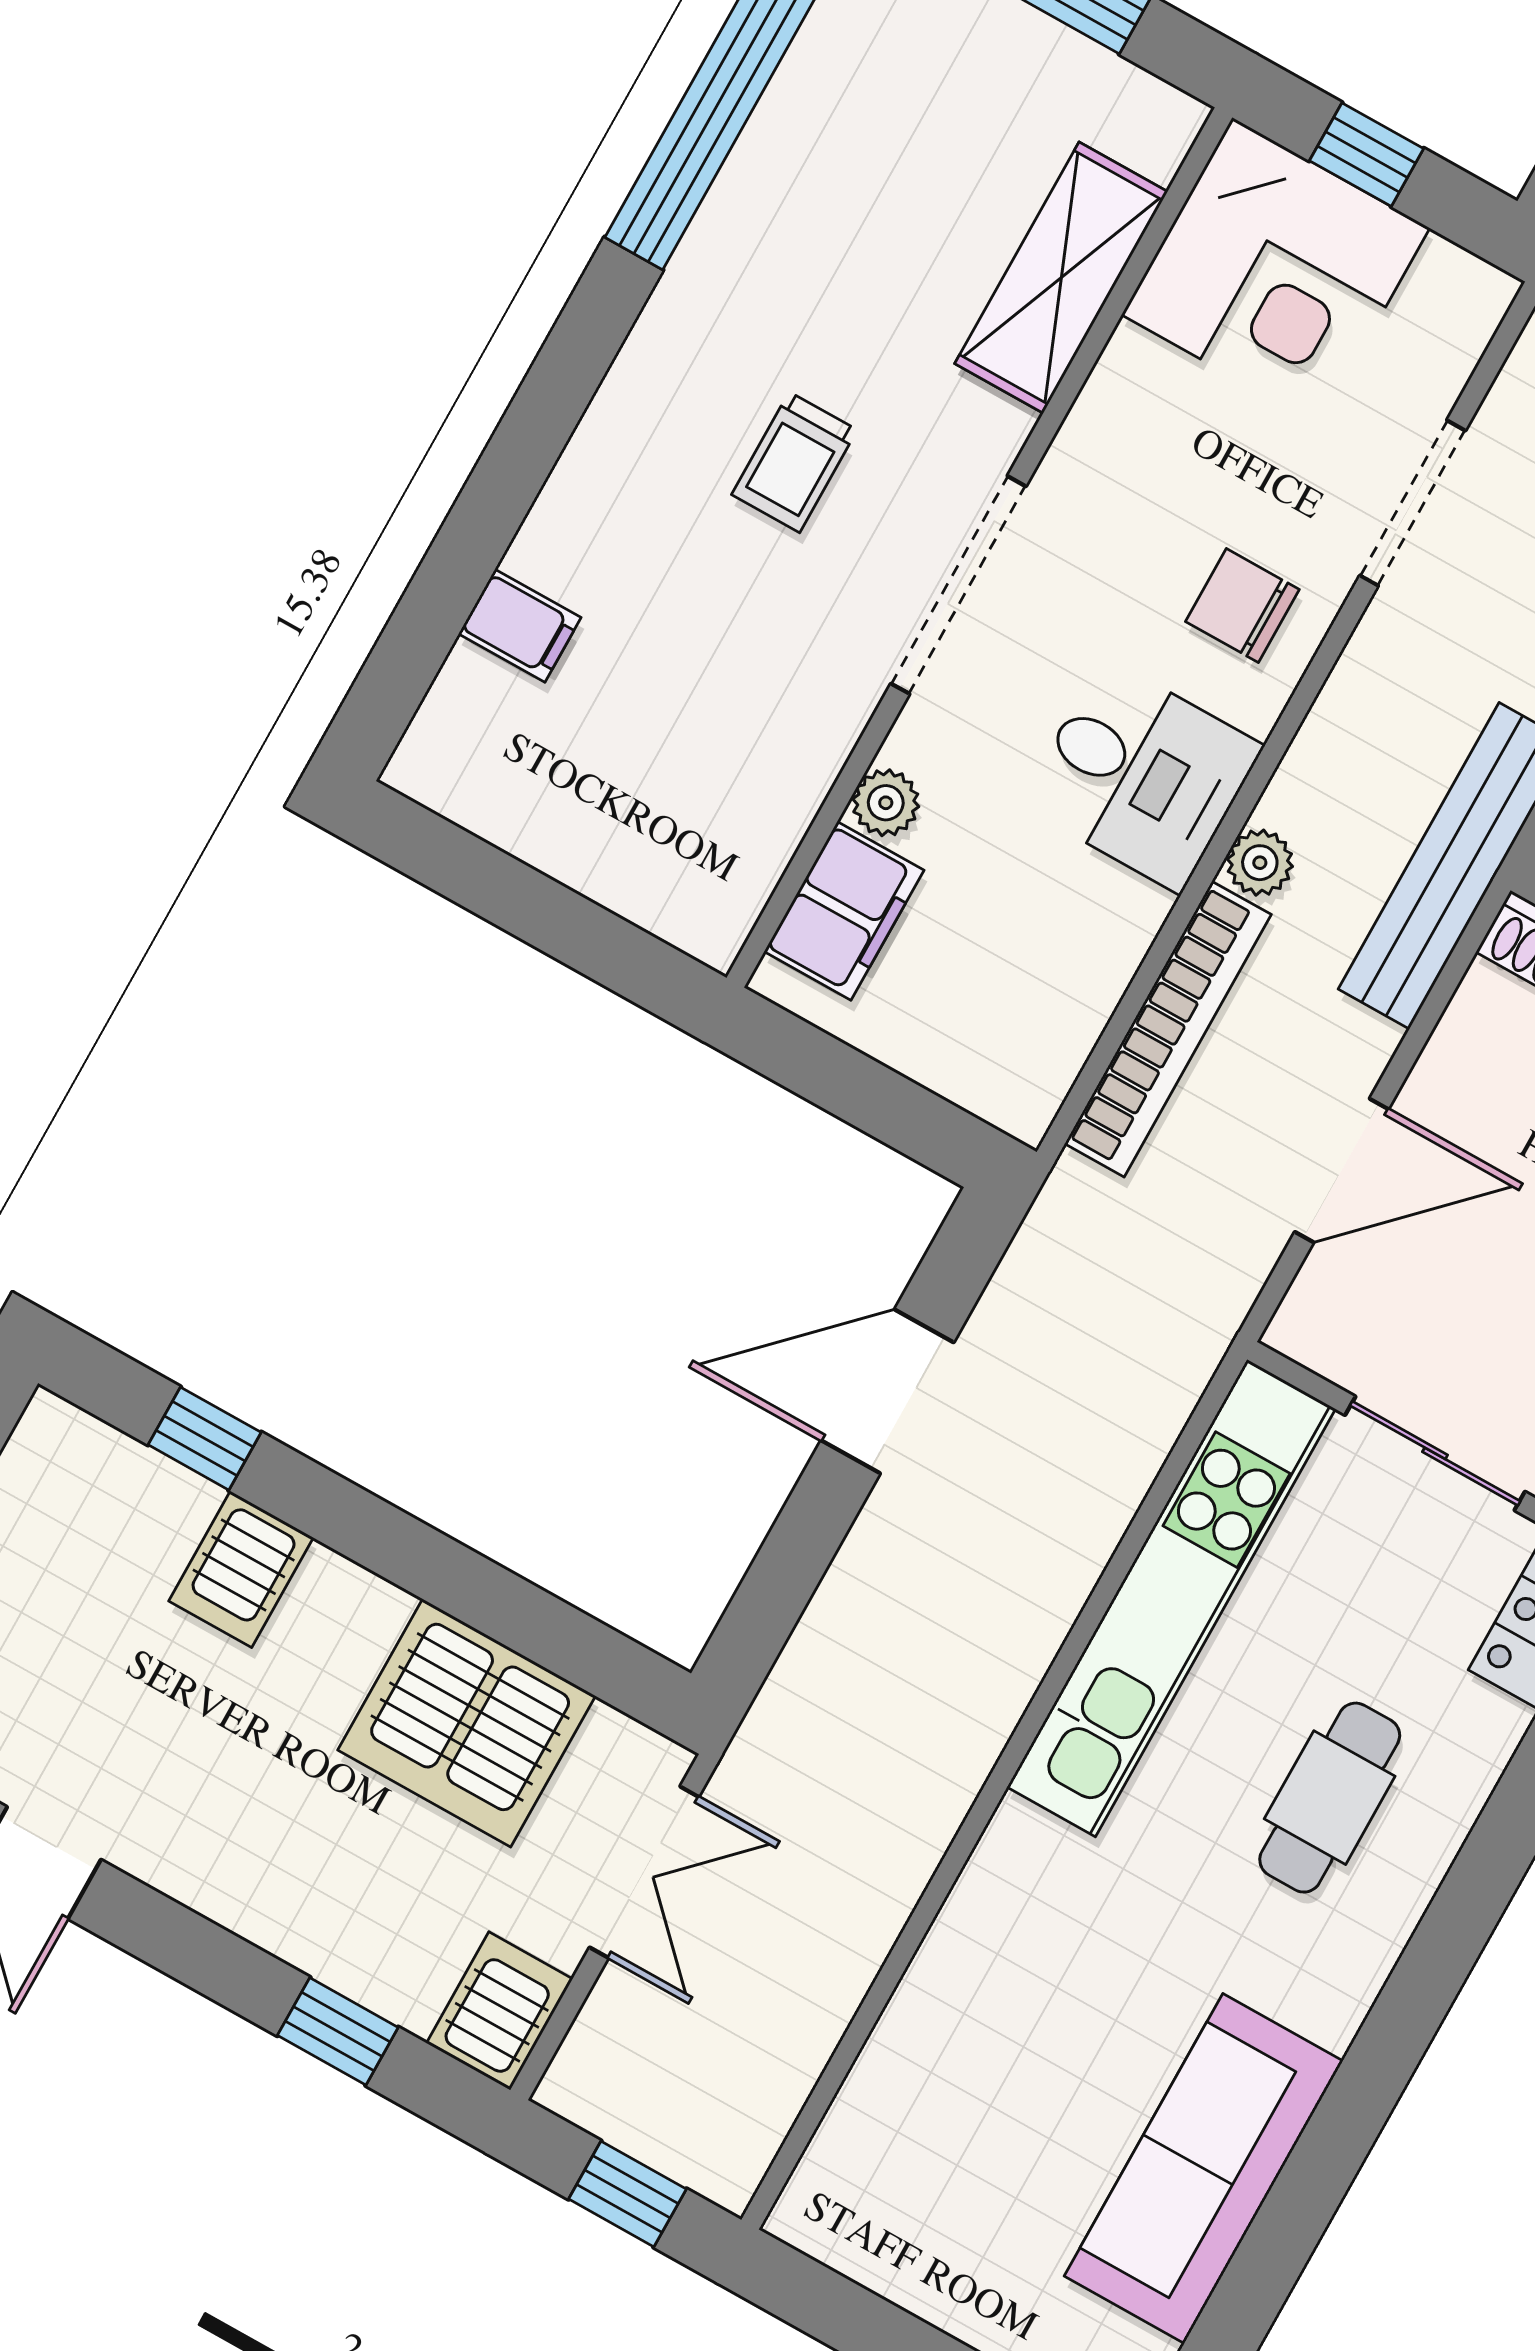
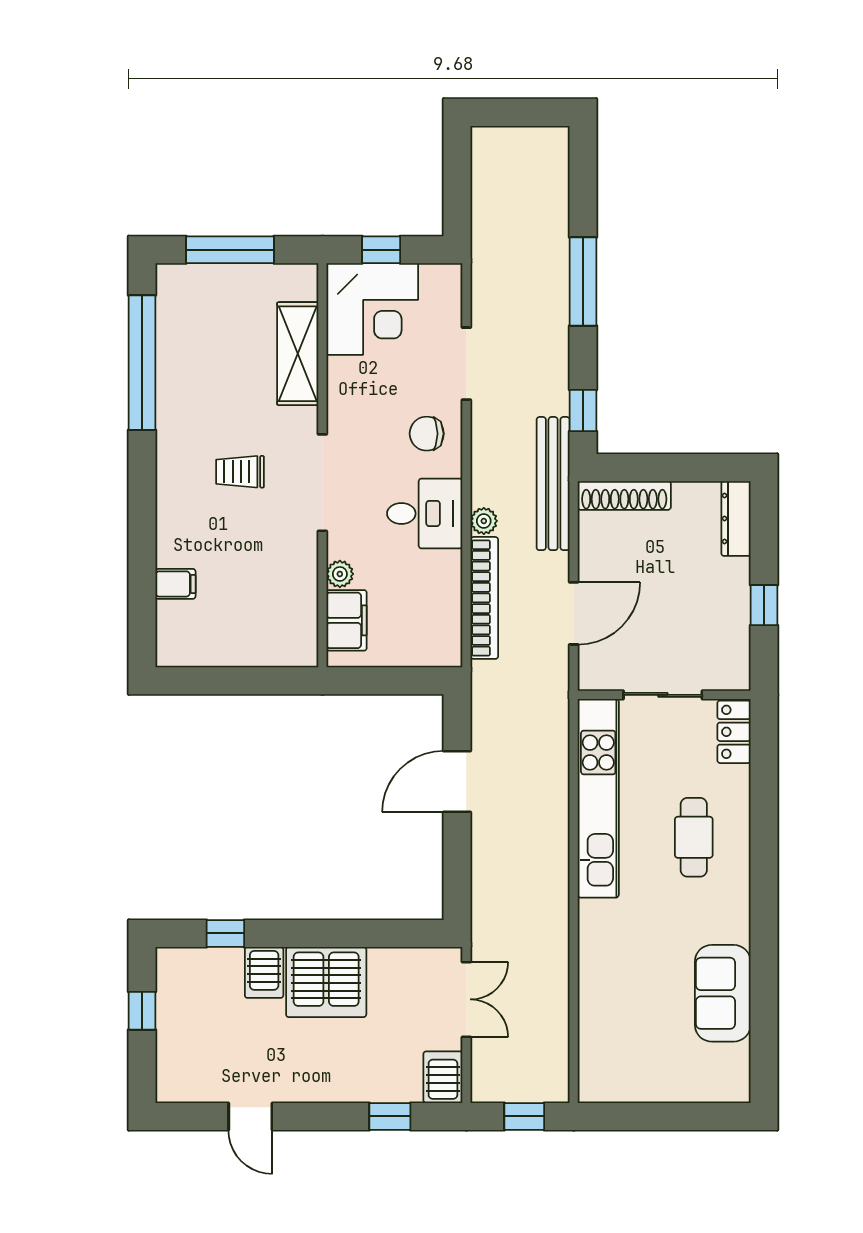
trolley: (794, 462) -> (240, 472), turned 90
server rack: (467, 1723) -> (326, 982), moved
sofa: (1204, 2169) -> (723, 993), width x0.73

